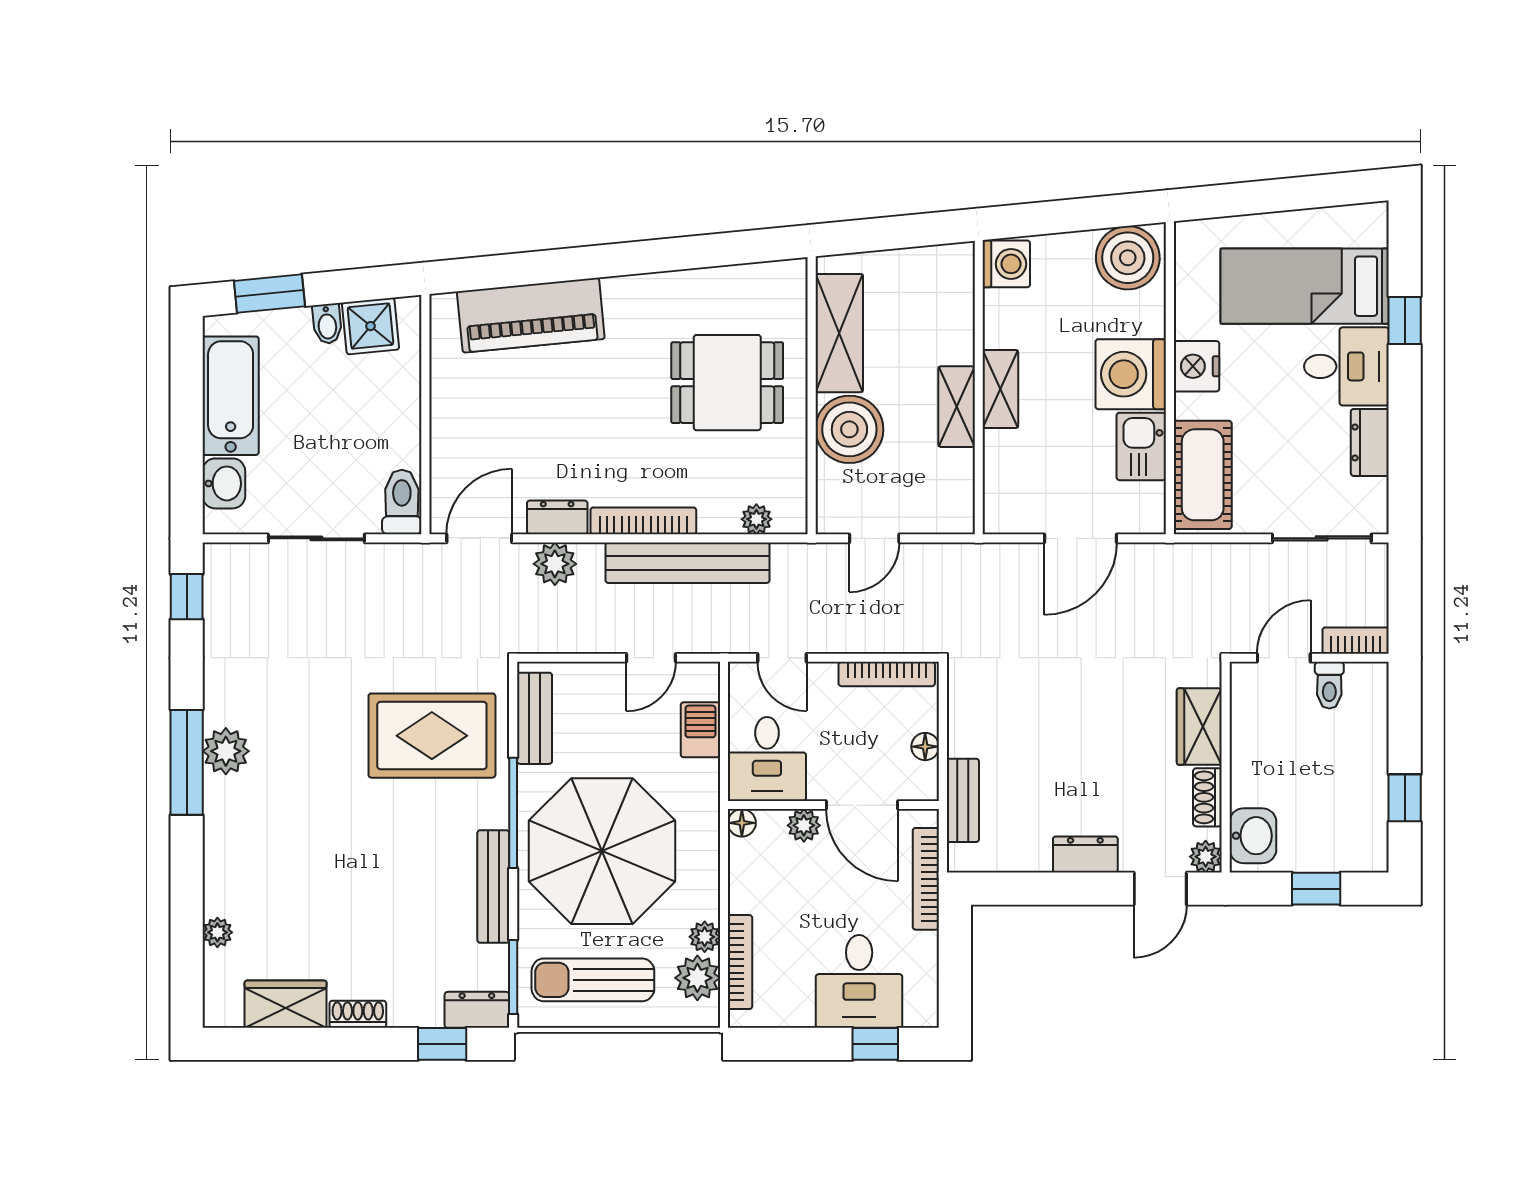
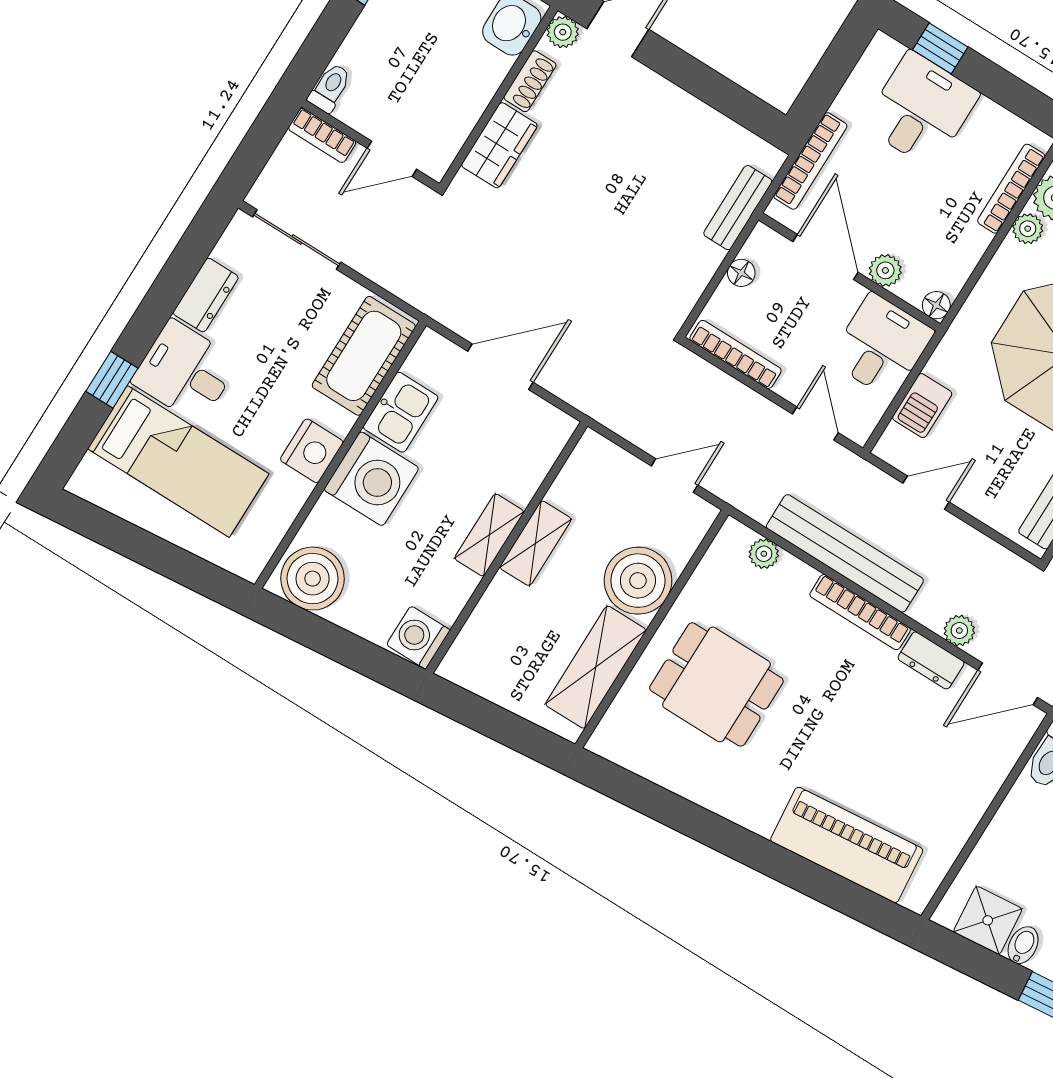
plant: (555, 564) -> (959, 631), width x0.73, depth x0.73
toilet: (1329, 685) -> (330, 88), moved
dresser: (1085, 854) -> (663, 97), removed

